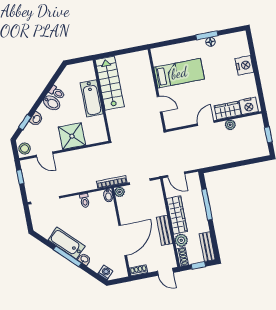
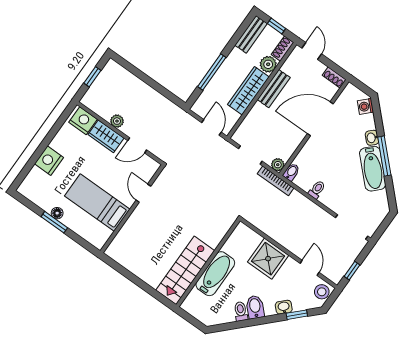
bed: (179, 73) -> (97, 203), moved
wall: (157, 90) -> (132, 209), moved
door: (160, 104) -> (143, 193), moved

